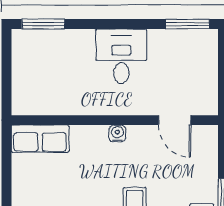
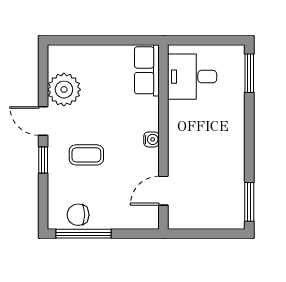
desk: (121, 56) -> (192, 77), moved, turned 180

